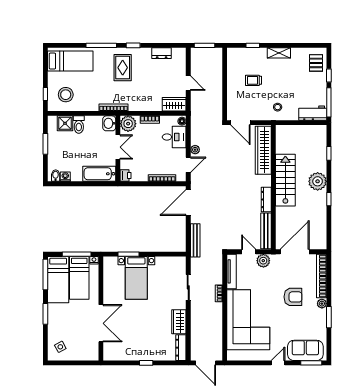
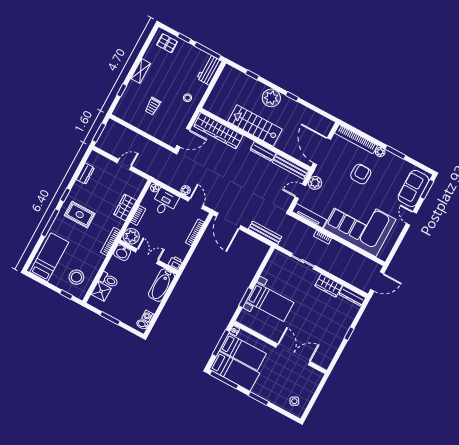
wardrobe: (174, 104) -> (125, 207), moved

